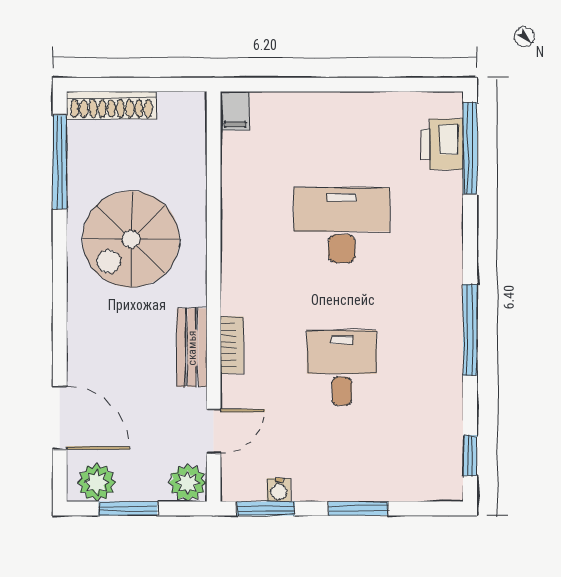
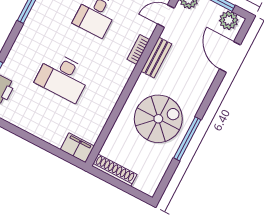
shoe rack: (111, 105) -> (114, 170), moved
filing cabinet: (235, 111) -> (77, 148), width x2.00
window: (60, 162) -> (187, 139), moved

